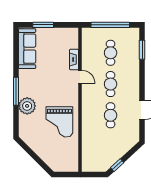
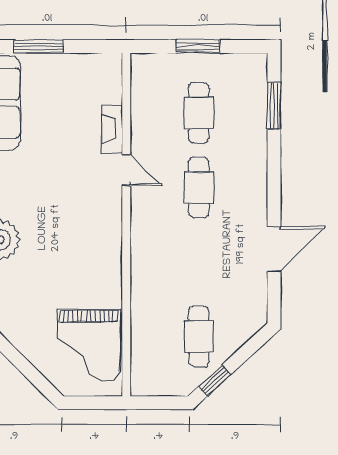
window: (110, 25) -> (198, 46), width x0.47
cafe table: (111, 115) -> (199, 336), moved
grand piano: (59, 122) -> (89, 345), moved

